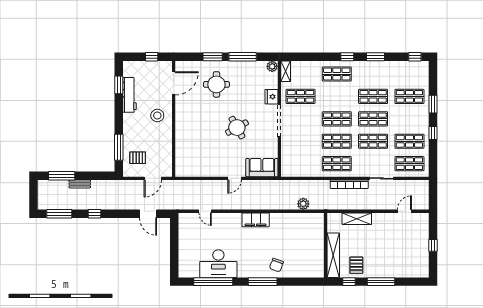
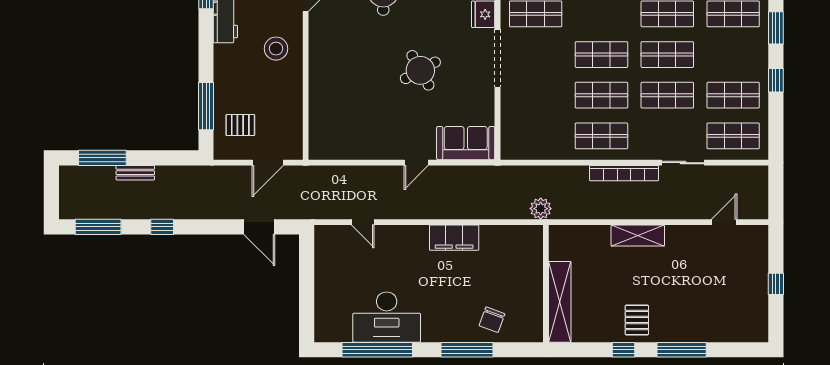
wall: (326, 245) -> (546, 284), moved
shelving: (333, 255) -> (560, 302), moved

